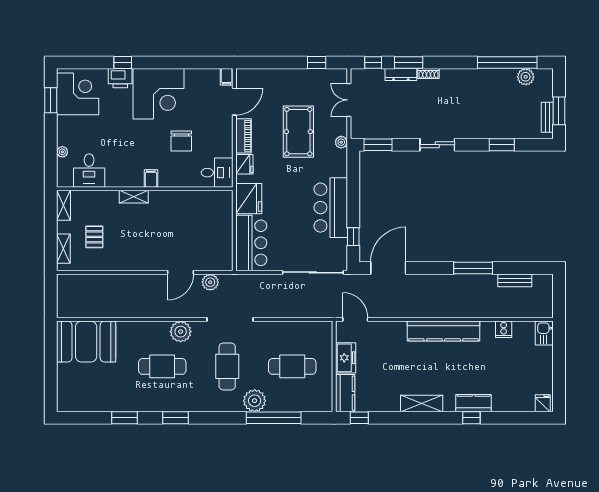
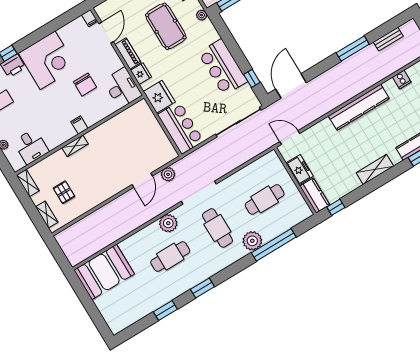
desk: (217, 173) -> (122, 88), width x1.37

